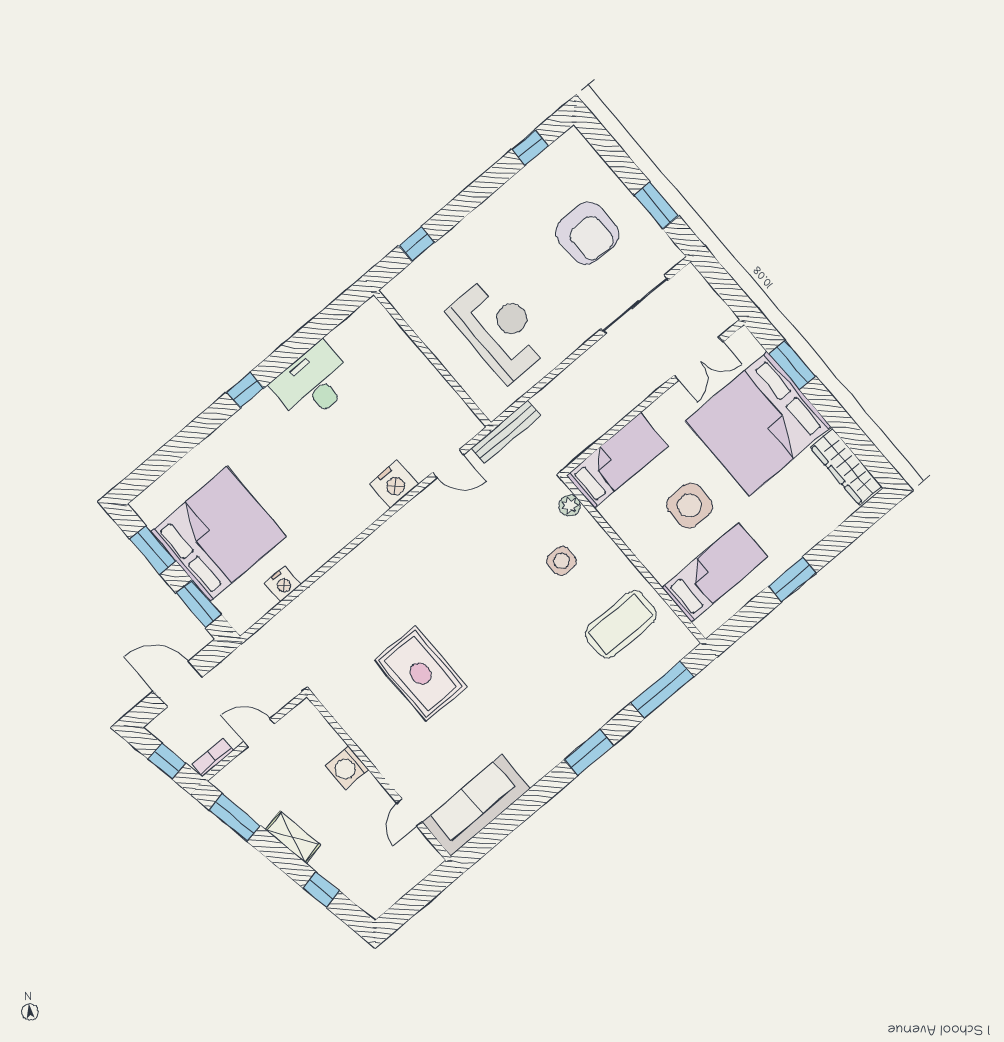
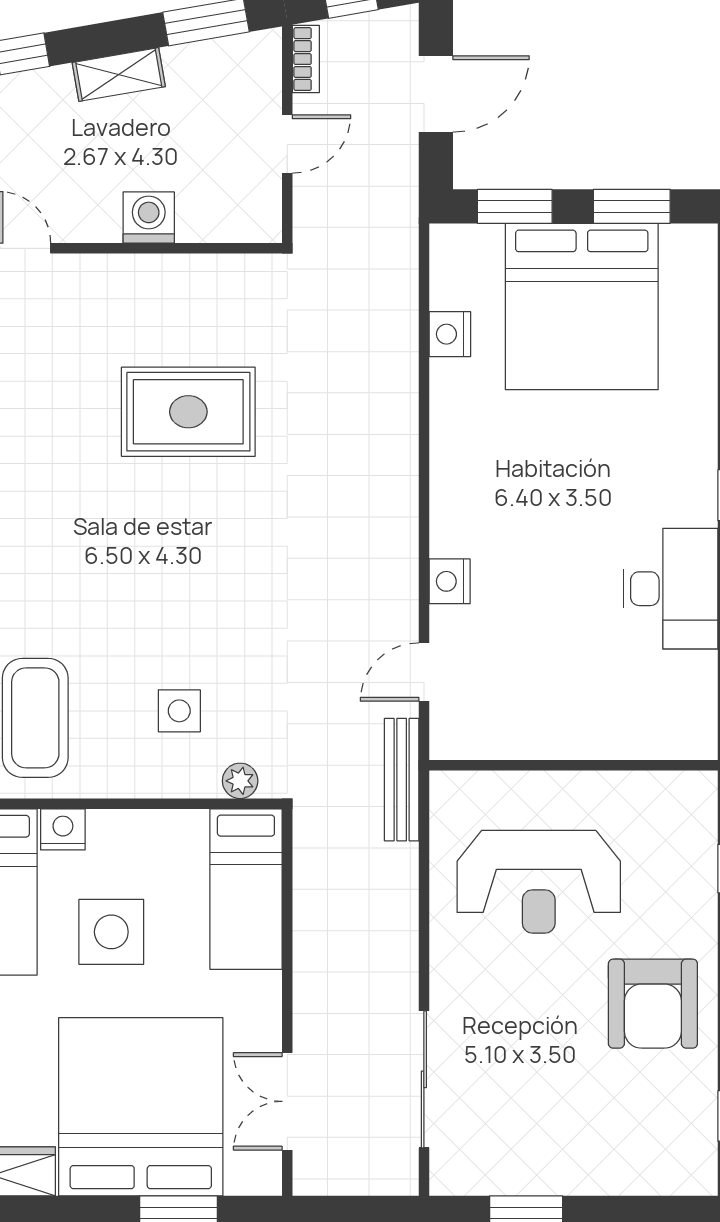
armchair: (587, 233) -> (653, 1004), moved, turned -90
nightstand: (394, 484) -> (450, 581), width x0.74, depth x0.75
nightstand: (661, 568) -> (63, 829), added

